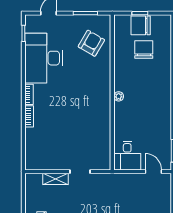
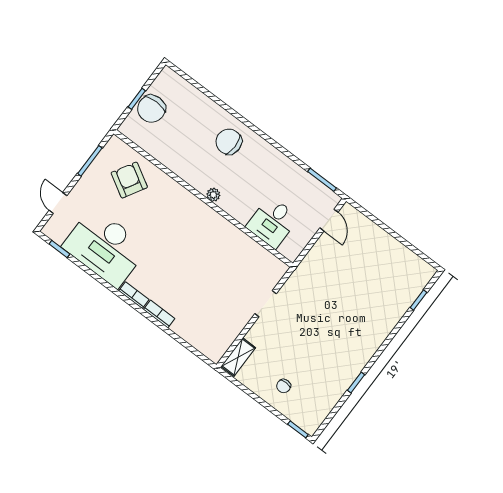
chair: (144, 50) -> (229, 142), moved
desk: (127, 156) -> (272, 222), moved, turned 90
door: (153, 172) -> (329, 220), swing flipped
shelving: (56, 179) -> (238, 357), moved

